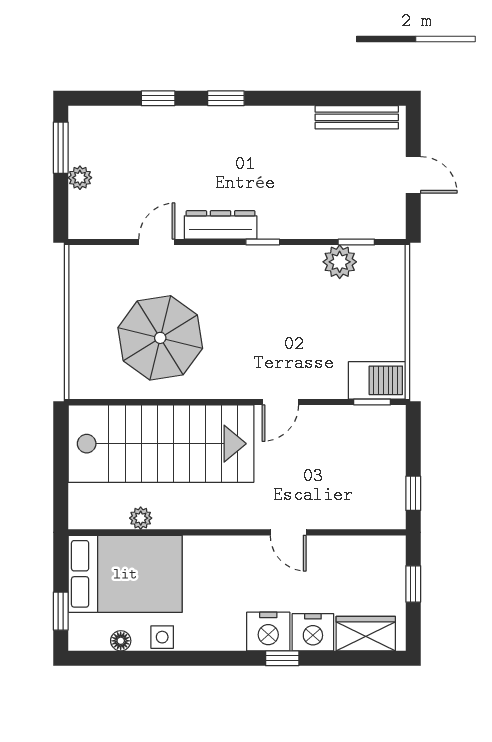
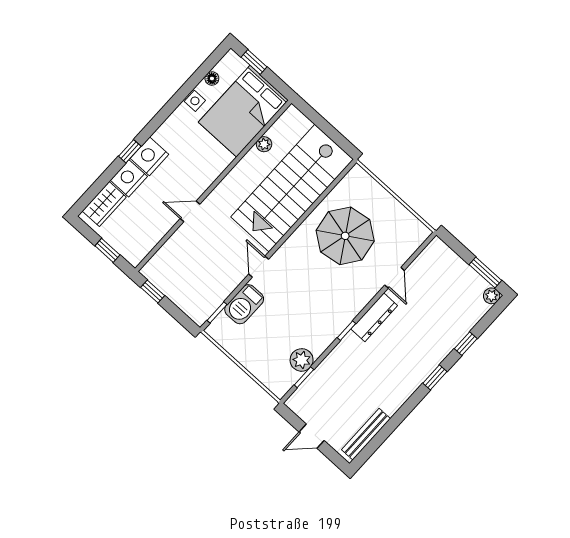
plant: (80, 178) -> (492, 296), moved
barbecue: (377, 380) -> (244, 304), moved

